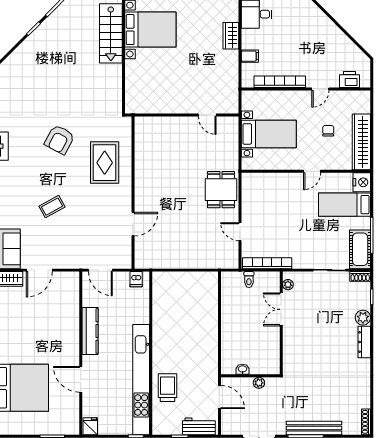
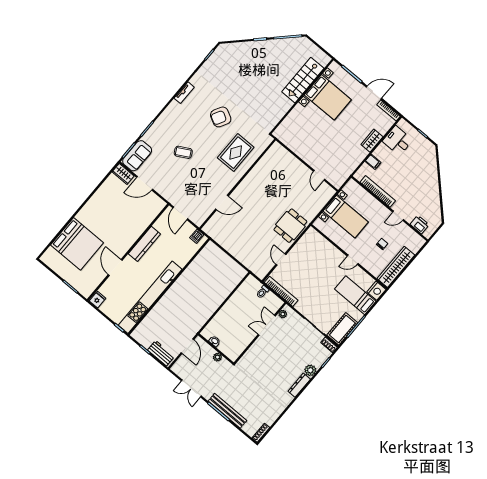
trolley: (167, 388) -> (162, 315), removed

